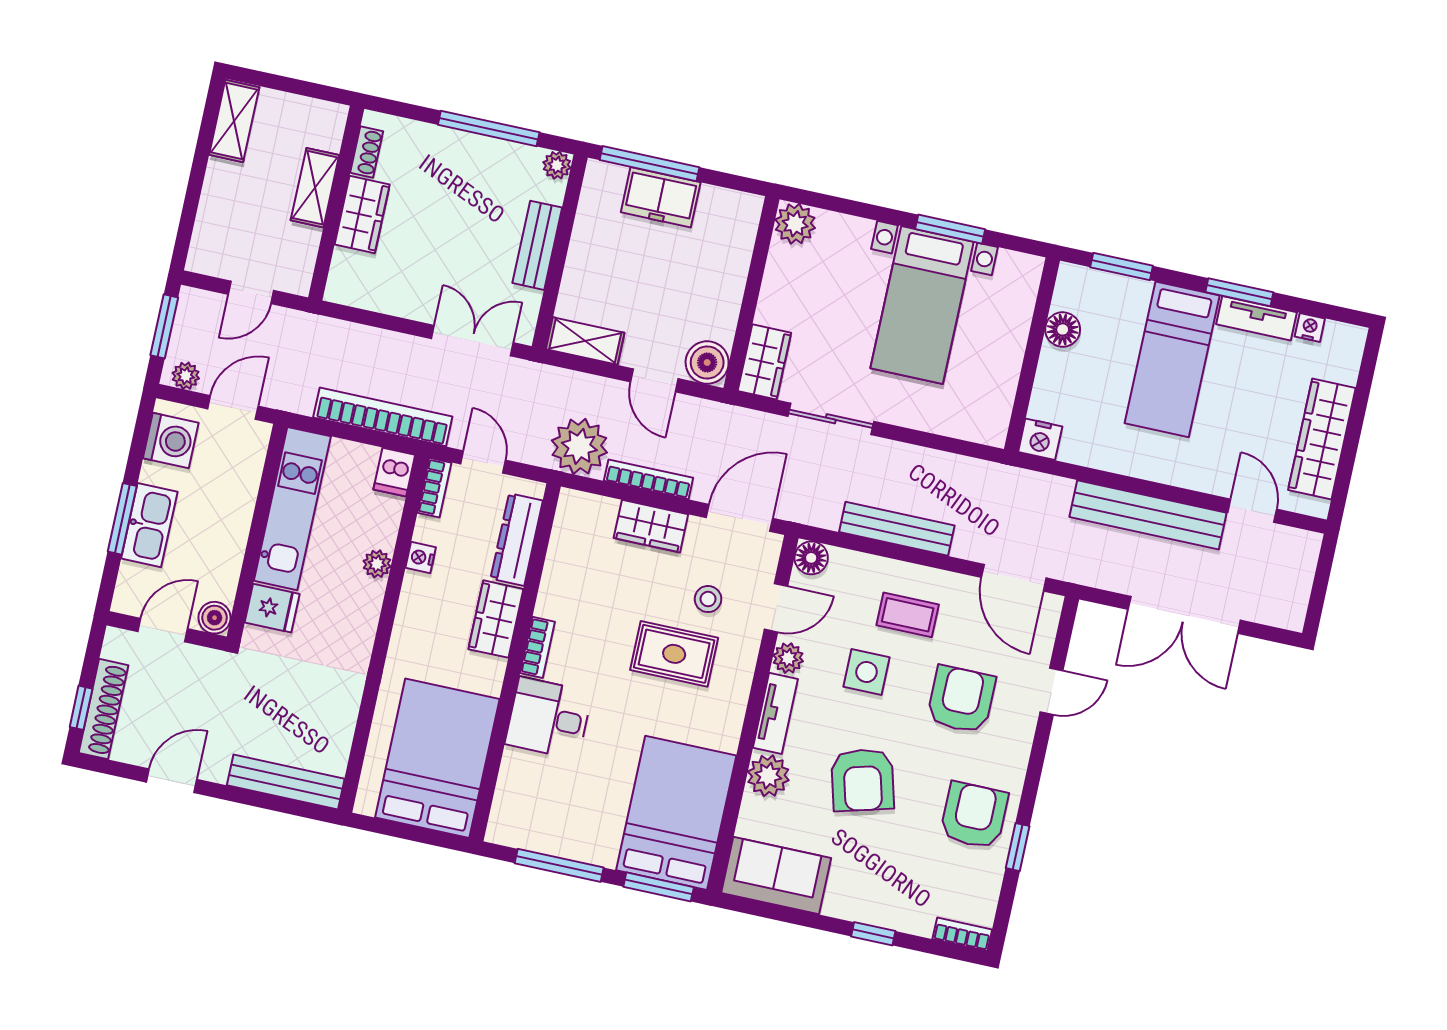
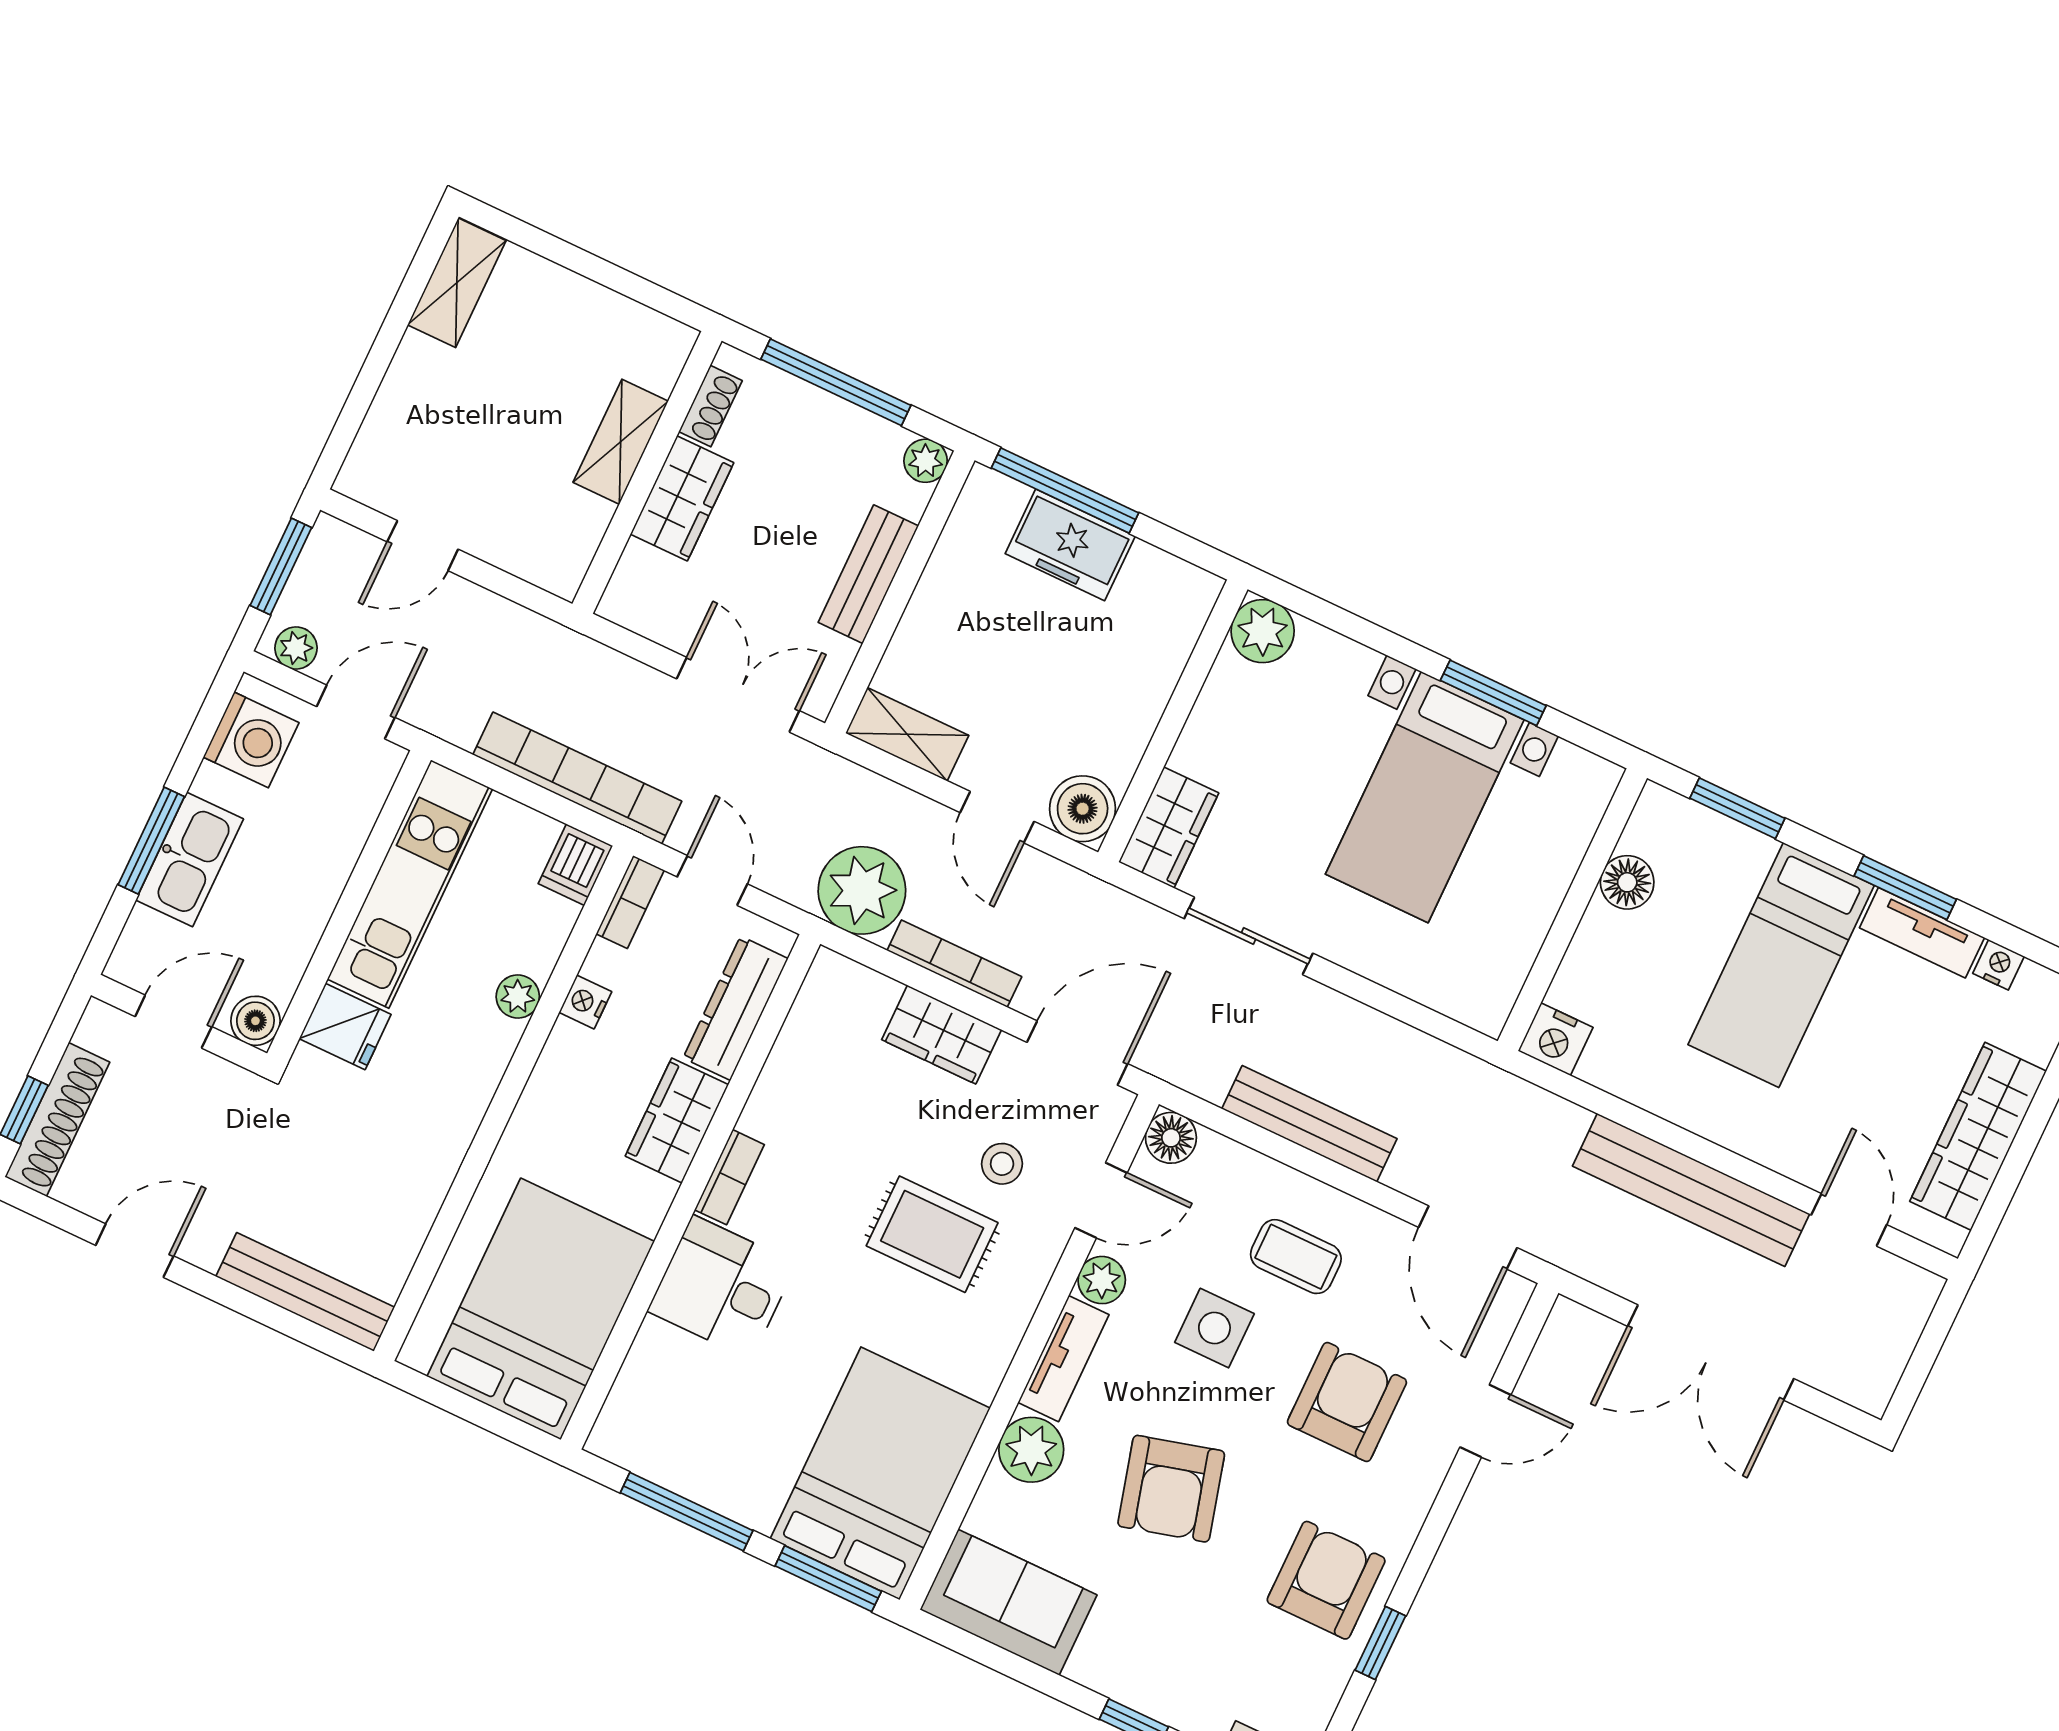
shoe rack: (367, 152) -> (710, 406), moved
shelving: (315, 188) -> (621, 442), moved
wall: (336, 203) -> (647, 472), moved
wardrobe: (362, 215) -> (682, 498), moved

